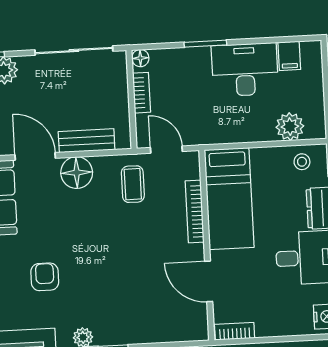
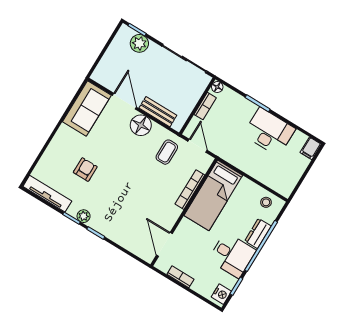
filing cabinet: (289, 56) -> (311, 148), moved
plant: (290, 127) -> (272, 179), removed
door: (209, 281) -> (164, 244), moved
bookcase: (235, 331) -> (180, 277), moved

